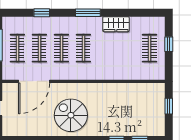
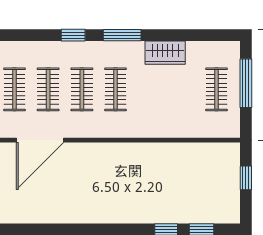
window: (42, 13) -> (73, 35), moved
window: (169, 44) -> (246, 83), width x2.17
spiral stairs: (71, 115) -> (96, 192), removed

